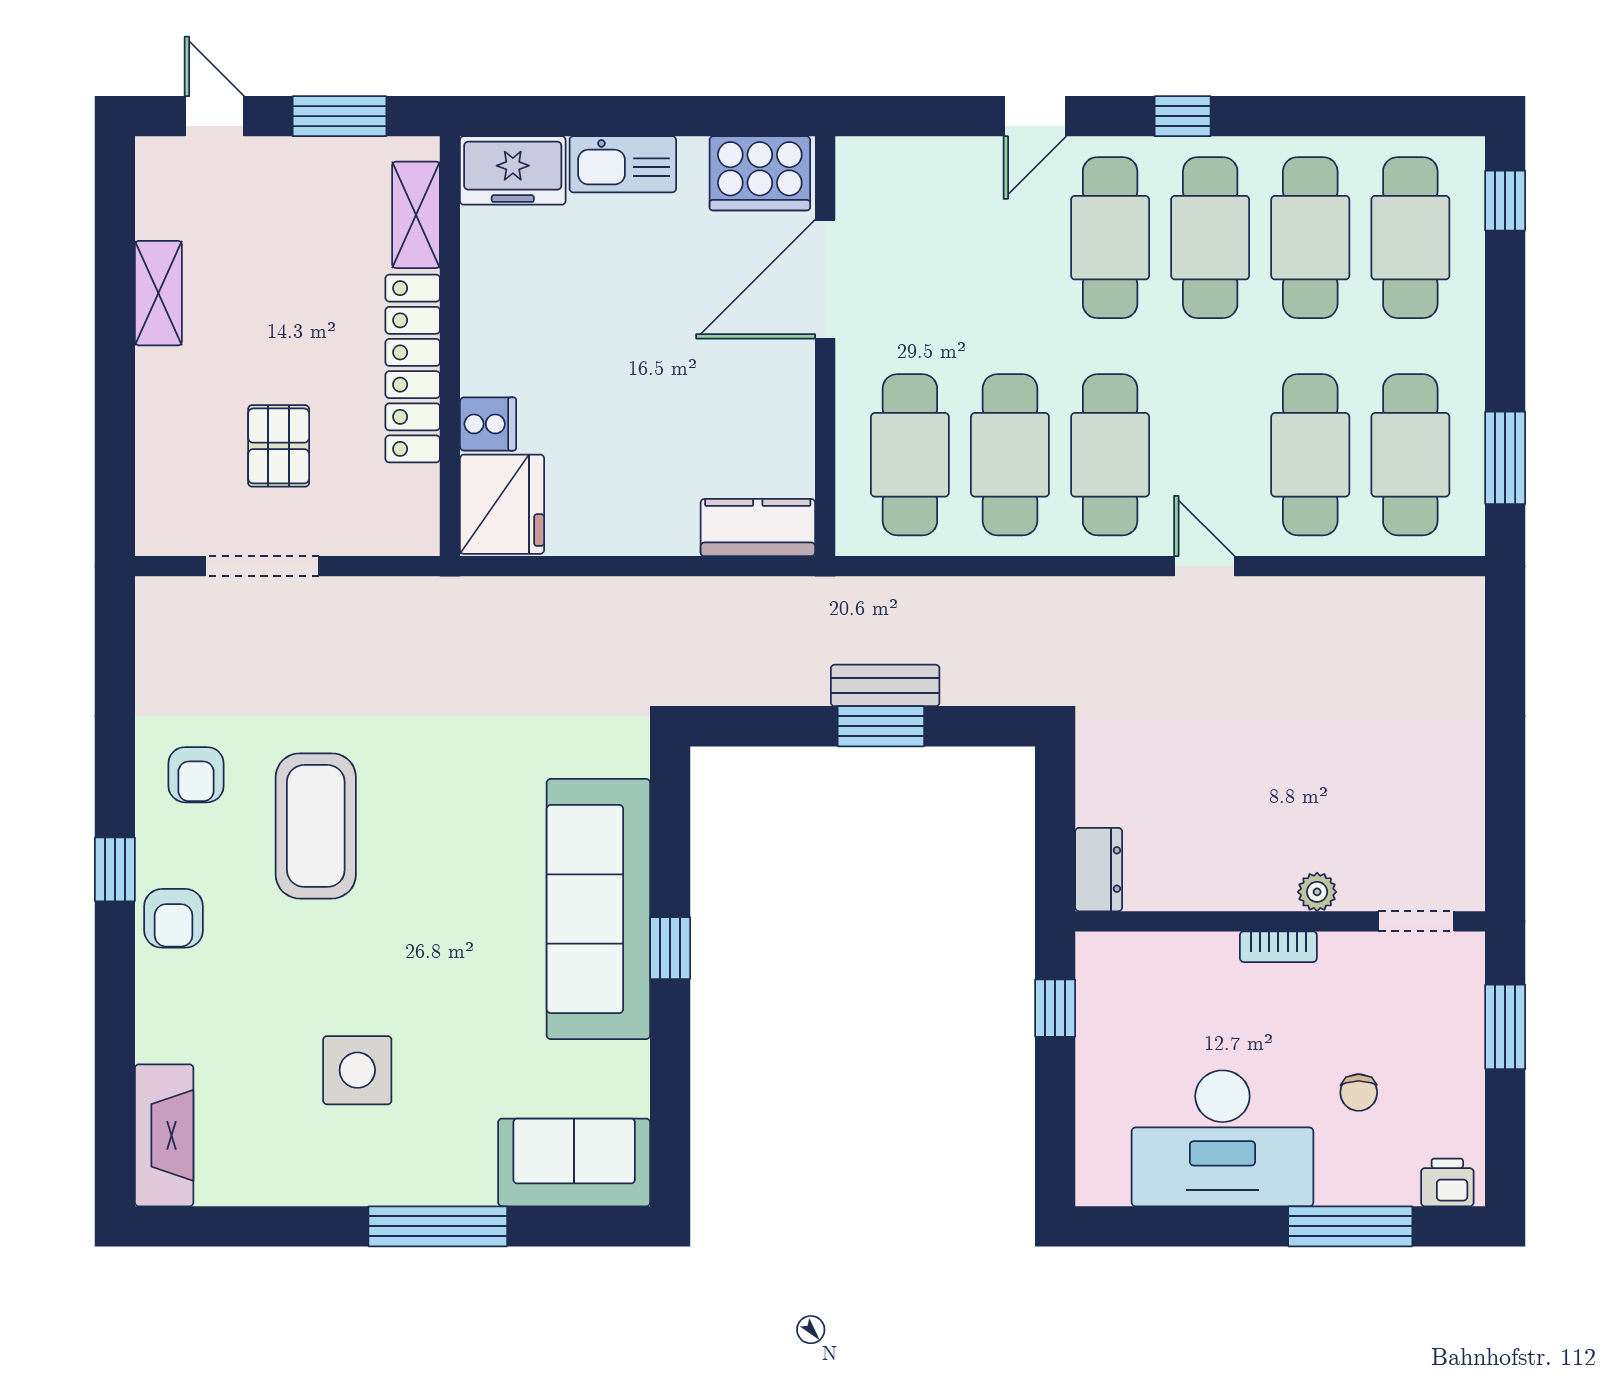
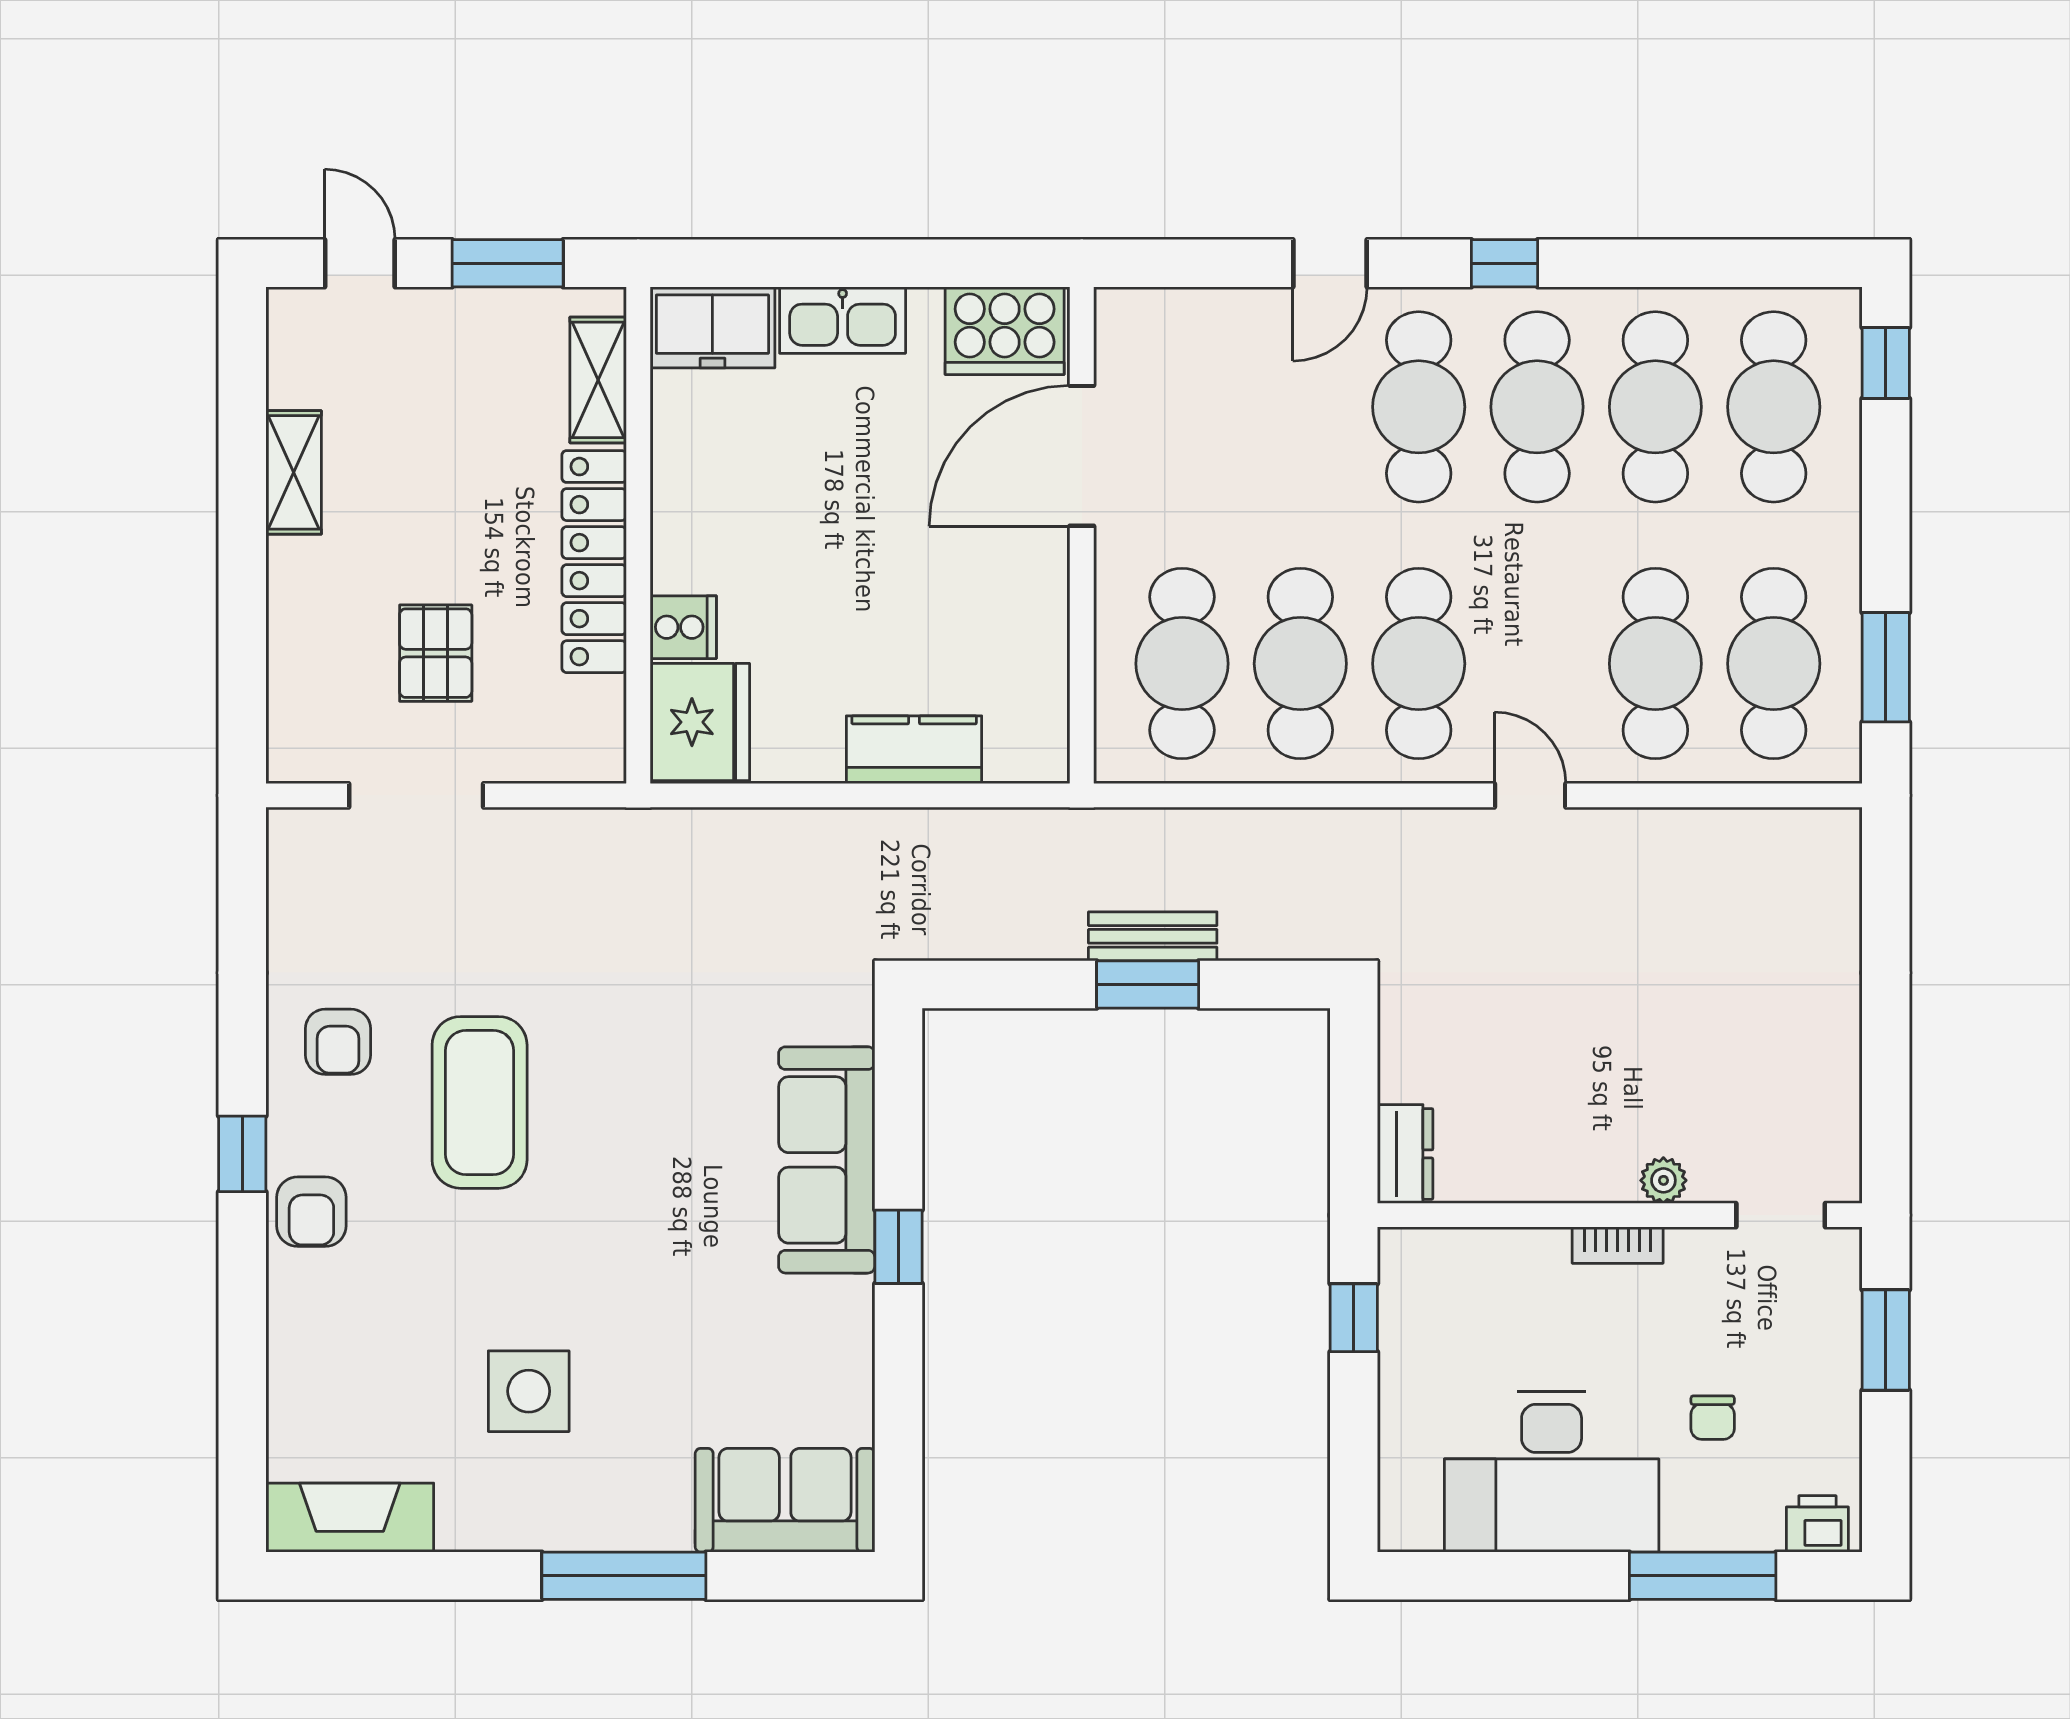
kitchen counter: (758, 528) -> (914, 750), moved
sofa: (598, 909) -> (827, 1160), width x0.74, depth x0.79
fireplace: (164, 1135) -> (350, 1518), moved, turned -90

